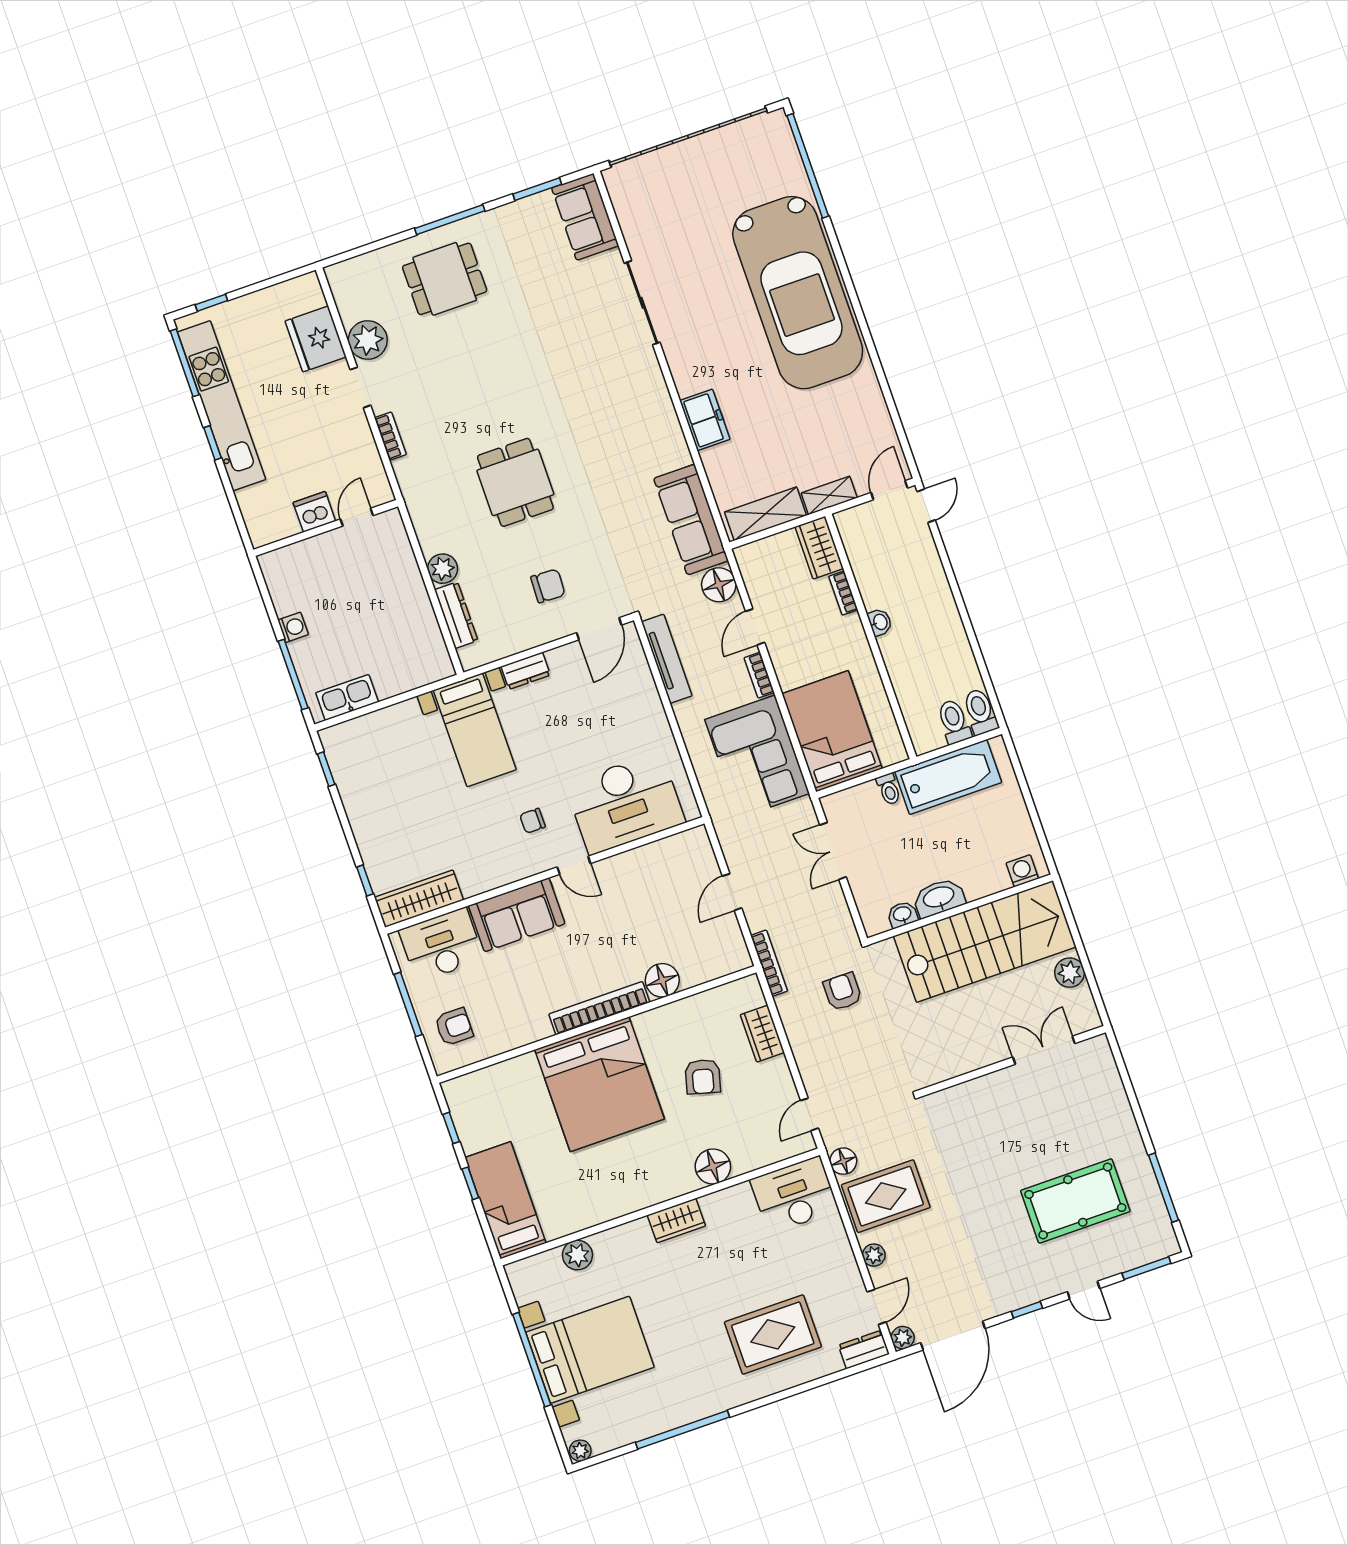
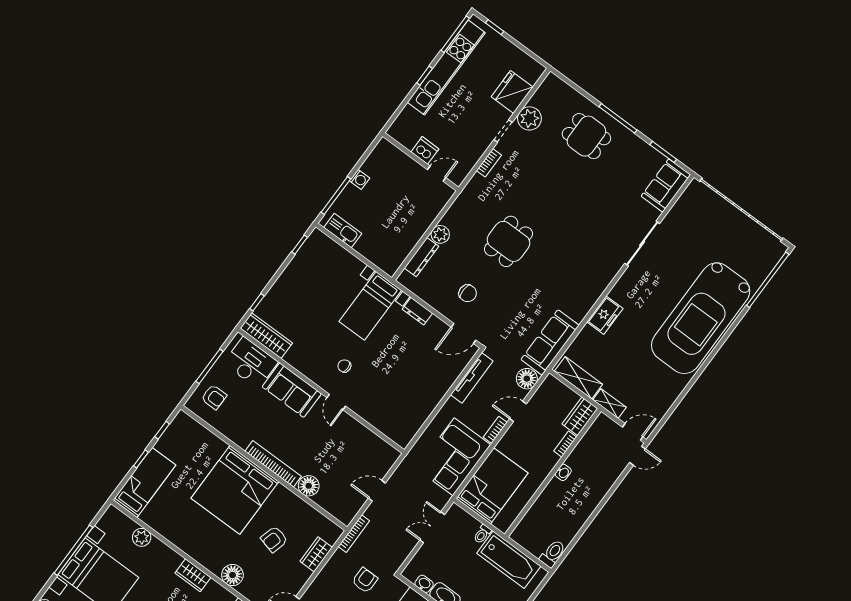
toilet: (954, 722) -> (539, 544), removed
desk: (625, 803) -> (385, 407), removed

